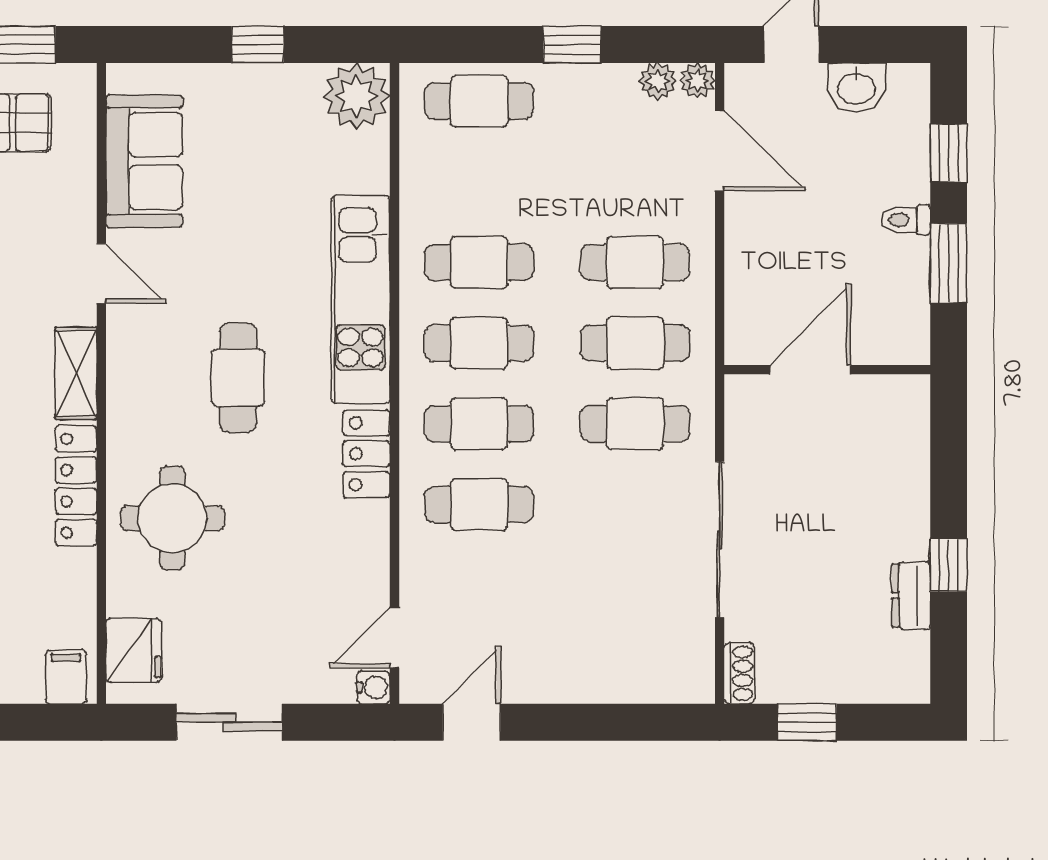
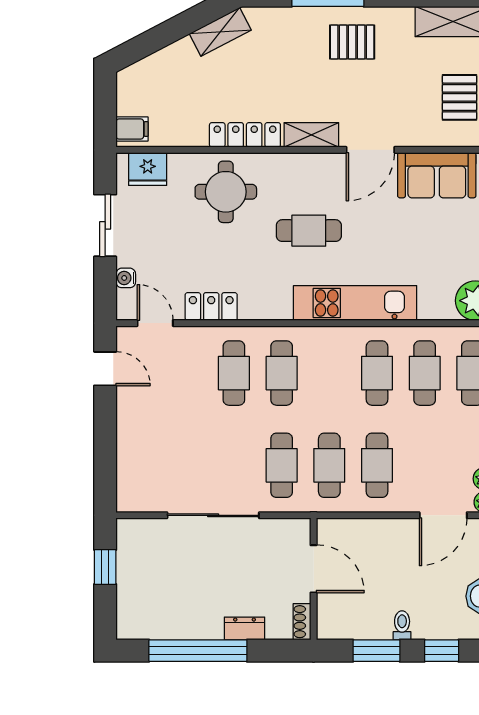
door: (101, 273) -> (370, 150), width x1.38
cafe table: (479, 343) -> (425, 373), moved
locker: (366, 454) -> (211, 307), moved
window: (949, 565) -> (198, 651), width x3.17
dresser: (911, 596) -> (245, 628), moved
shoe rack: (739, 673) -> (302, 622), moved, turned 90
water cooler: (373, 687) -> (126, 278), moved, turned 90

